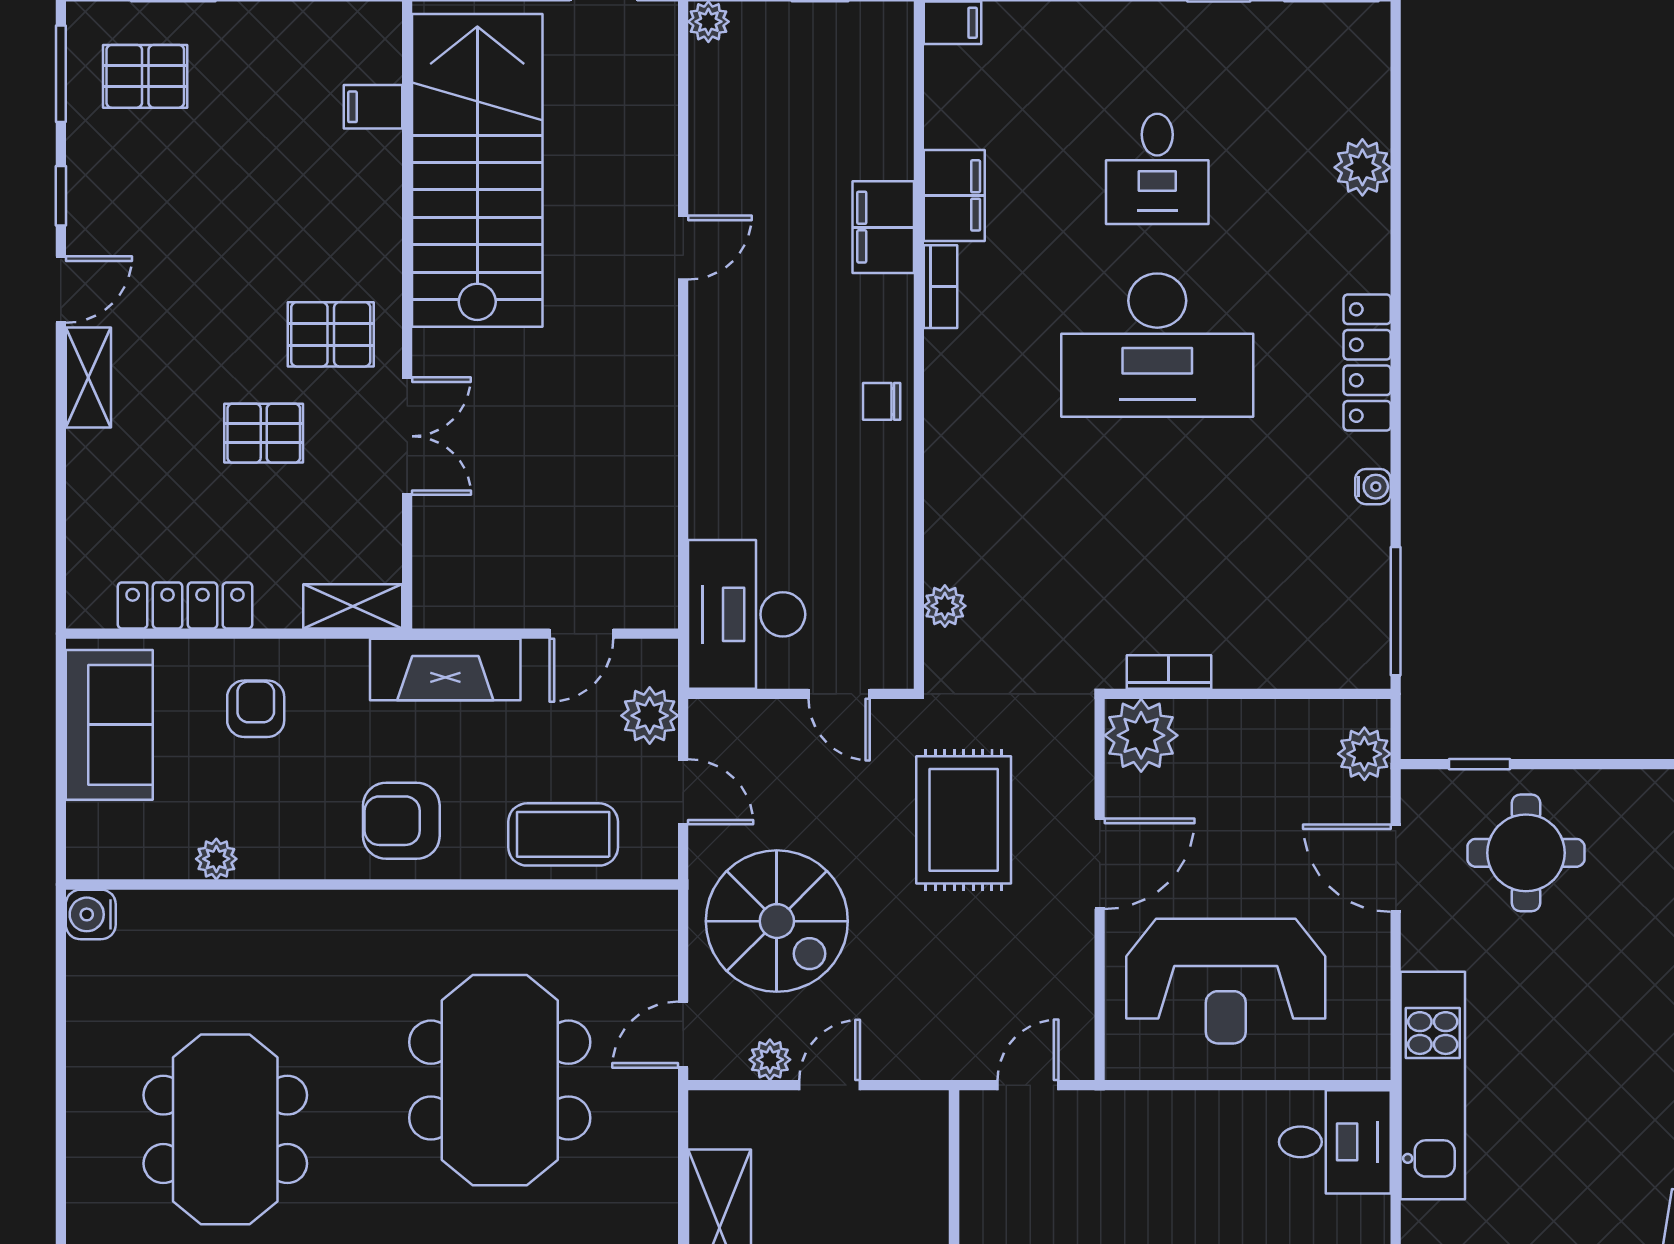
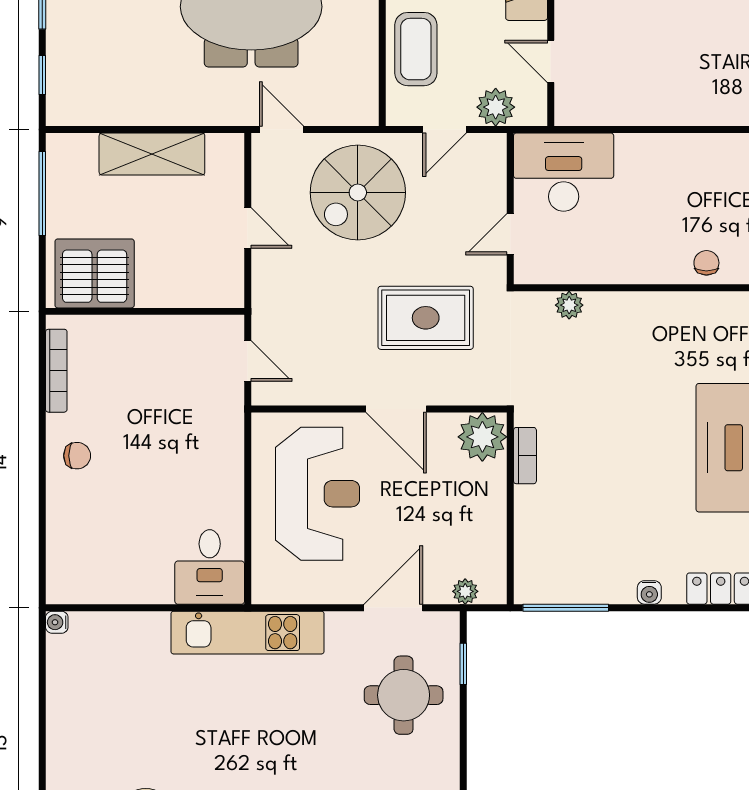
plant: (1364, 754) -> (465, 591), width x0.73, depth x0.73
reception desk: (1226, 981) -> (318, 494), turned 180
plant: (770, 1060) -> (265, 188), removed

